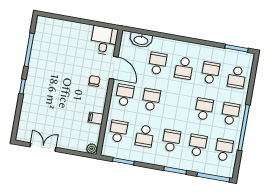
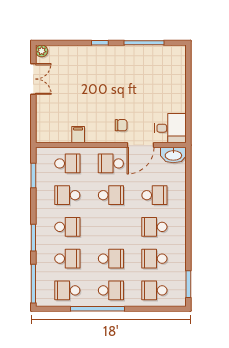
washbasin: (141, 40) -> (173, 155), moved, turned -90
school desk: (210, 73) -> (154, 259), turned 180
school desk: (125, 95) -> (111, 163), turned 180
plant: (92, 149) -> (42, 51), moved
school desk: (224, 150) -> (67, 290), turned 180

